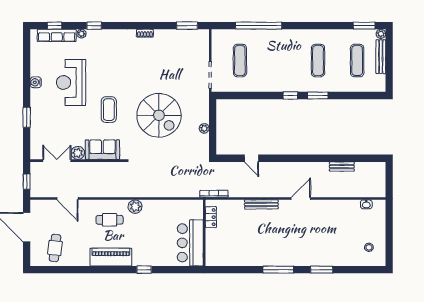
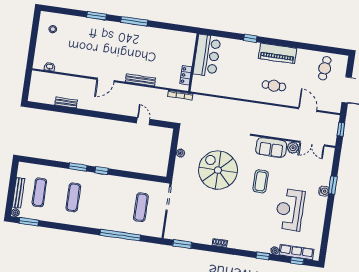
water cooler: (36, 82) -> (324, 191), moved
reception desk: (71, 82) -> (290, 210), turned 180
plant: (135, 207) -> (250, 94), removed

